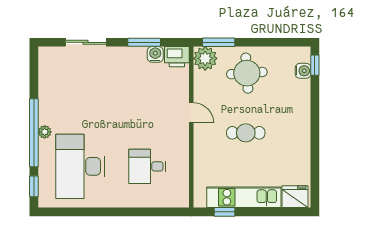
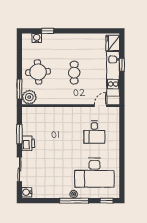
water cooler: (155, 54) -> (27, 192), moved
printer: (177, 57) -> (28, 143), moved
window: (315, 65) -> (48, 31), moved
door: (191, 113) -> (101, 106), moved
window: (34, 133) -> (74, 201), width x0.68
window: (224, 212) -> (122, 65), moved

